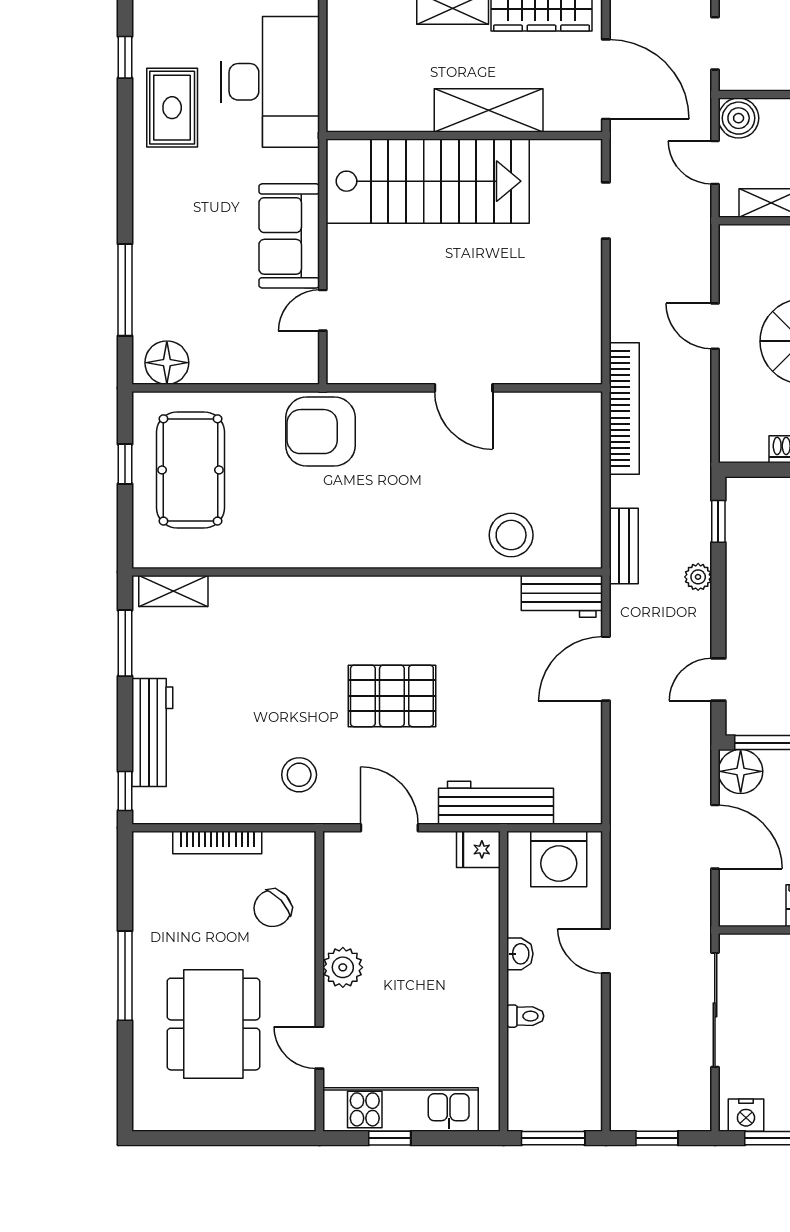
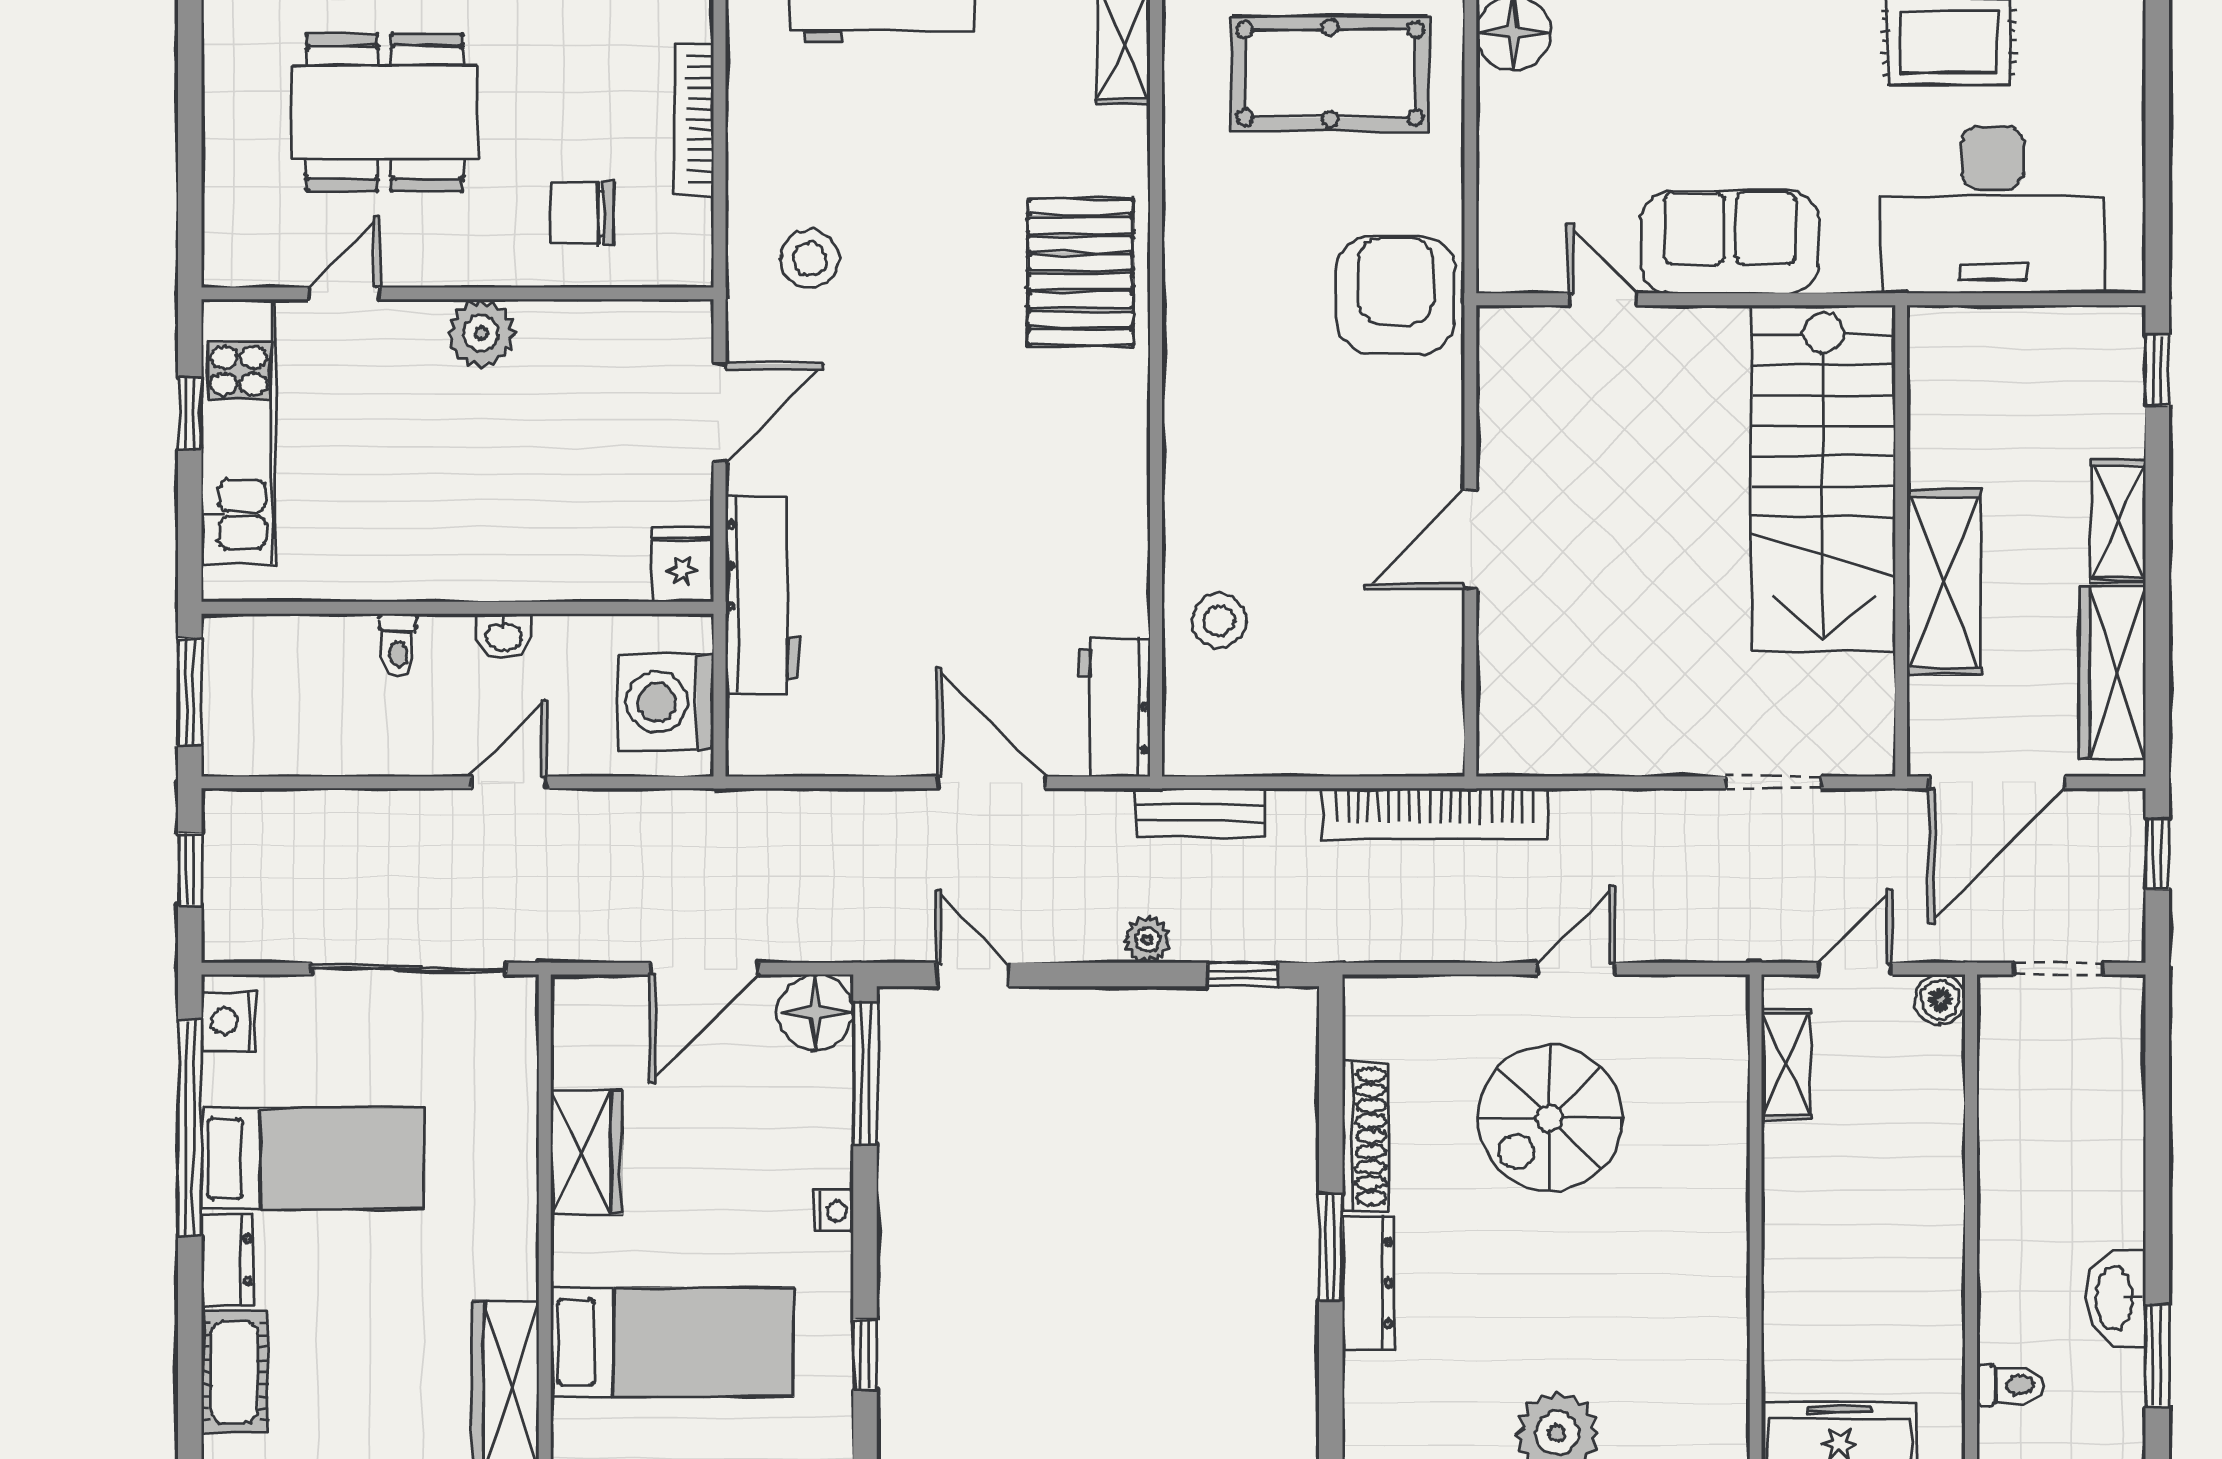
boiler: (739, 118) -> (1940, 1000), width x0.73, depth x0.73
stool: (511, 535) -> (1219, 621), width x0.73, depth x0.73
pallet: (392, 696) -> (1080, 272), moved
chair: (273, 908) -> (582, 214), turned -47

